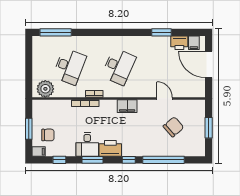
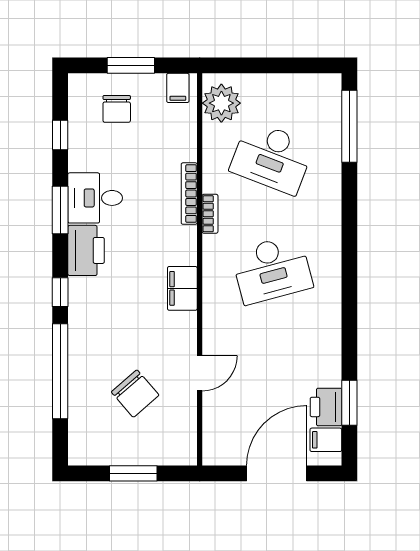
window: (161, 32) -> (349, 403), moved
desk: (119, 67) -> (272, 269), turned -39
filing cabinet: (39, 152) -> (178, 88), moved

